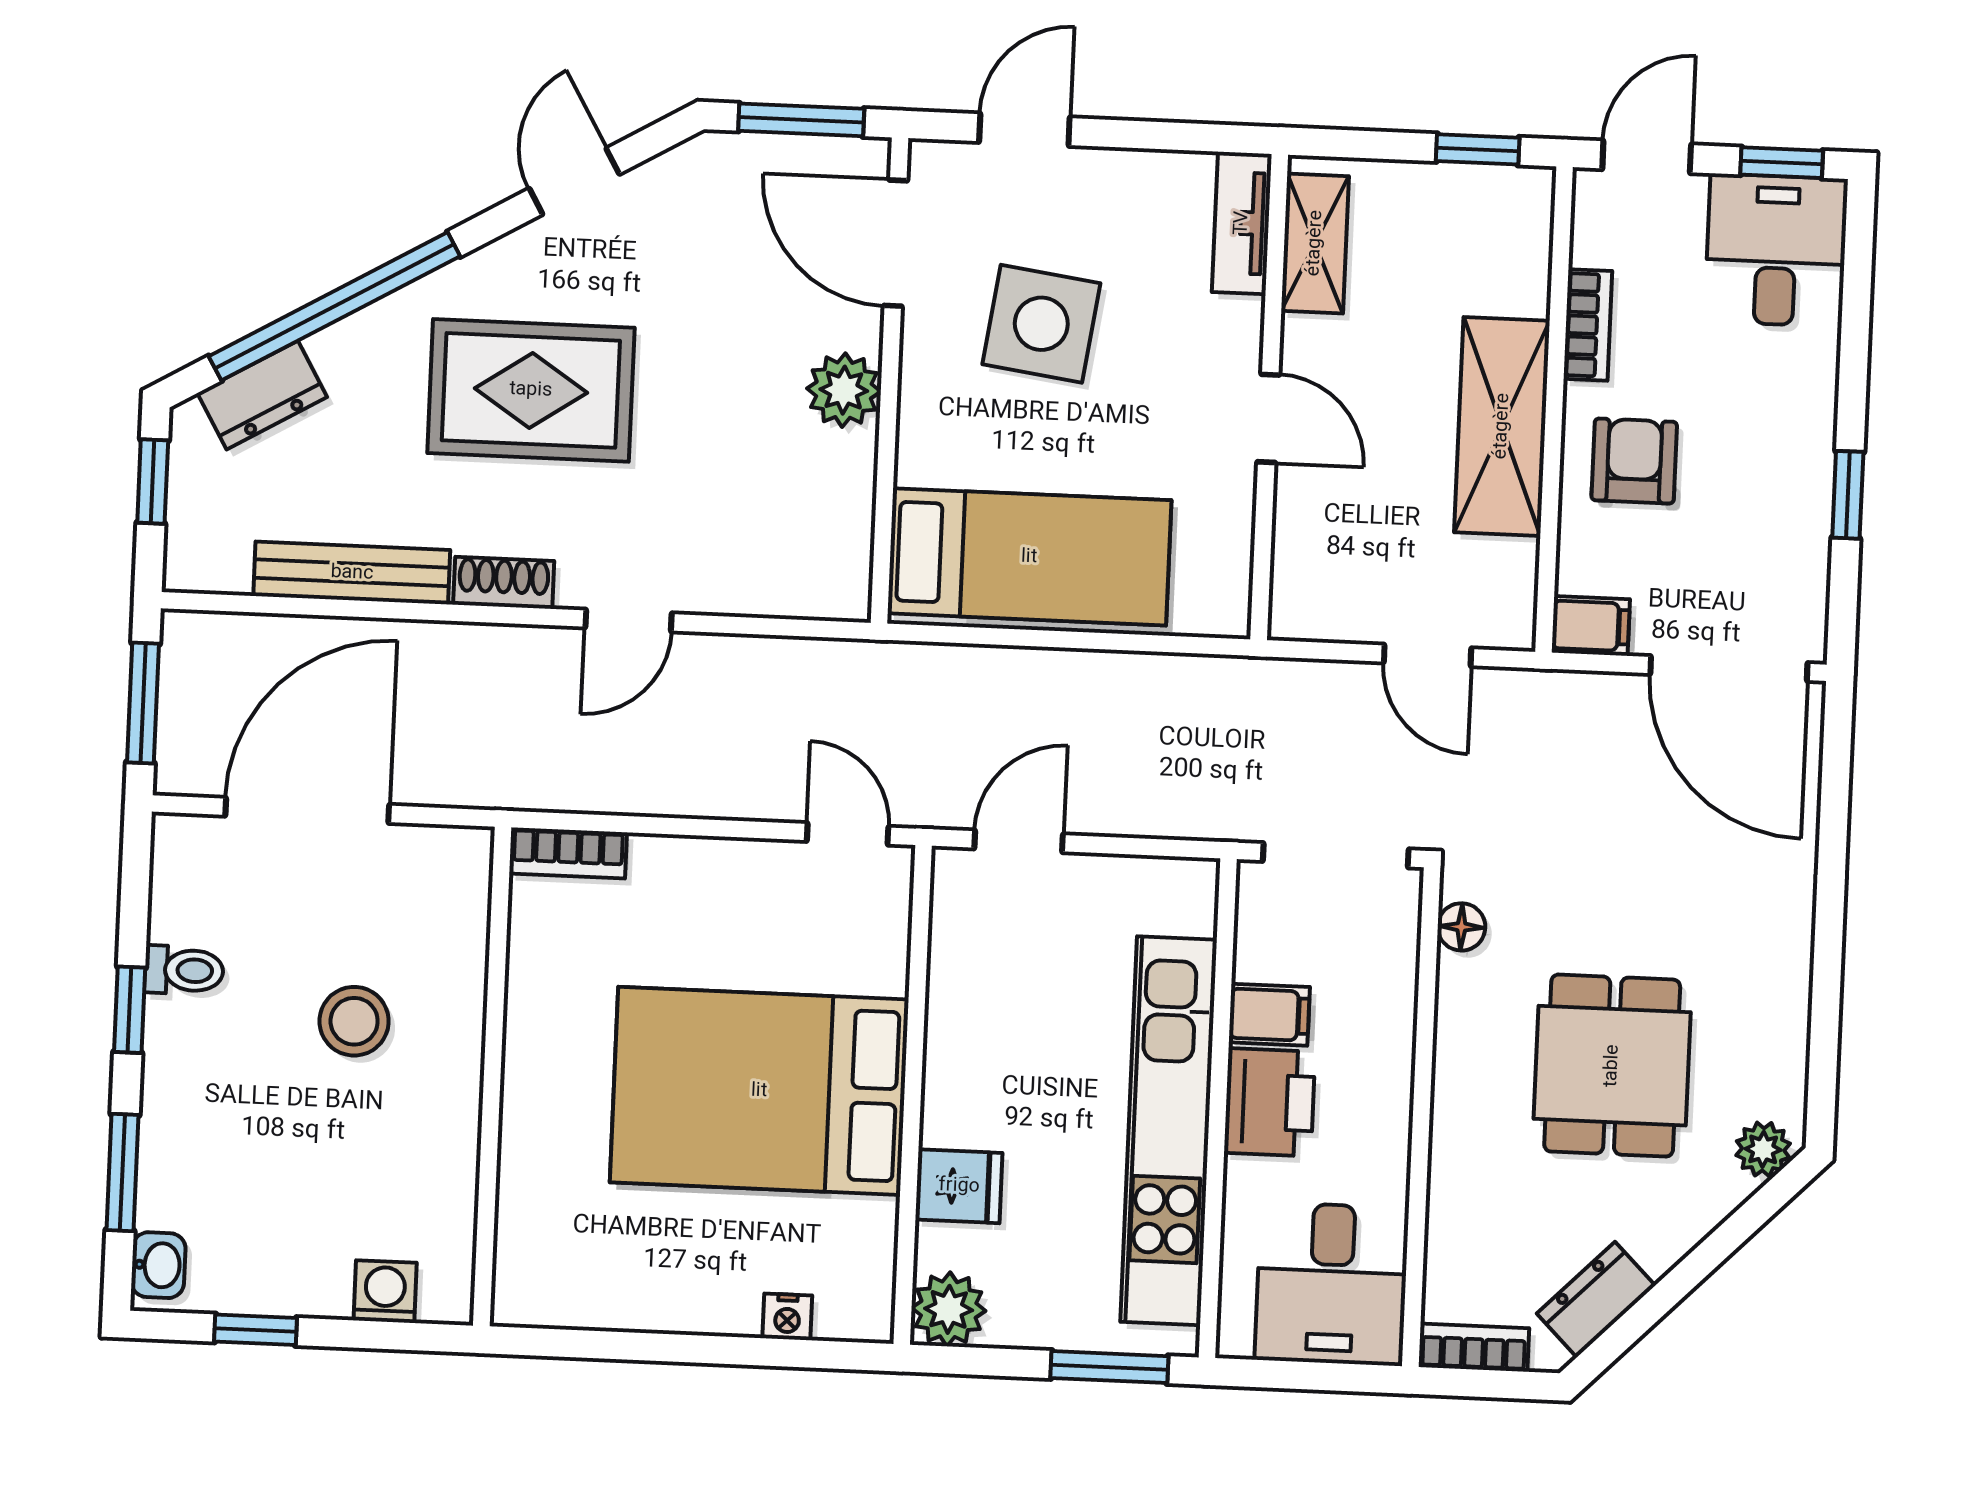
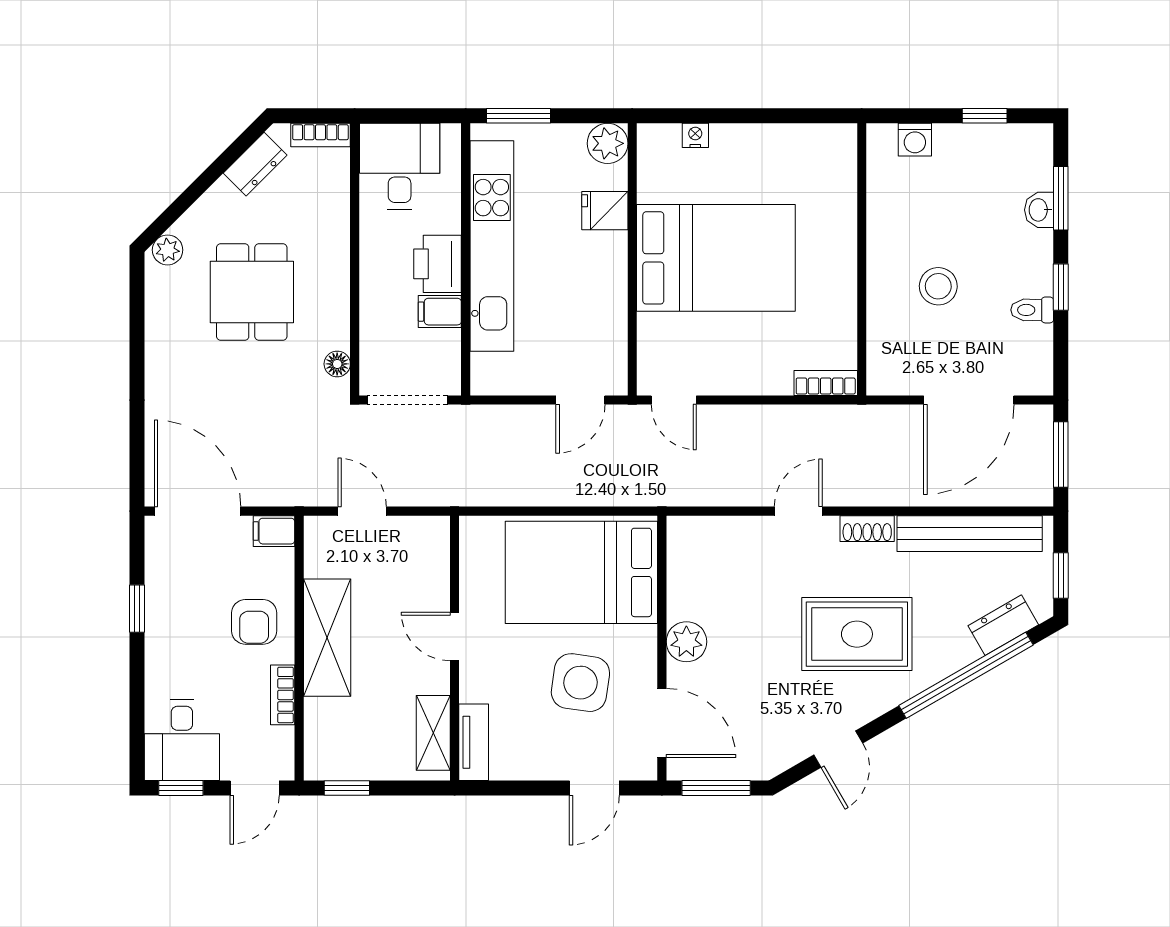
bed: (1029, 557) -> (581, 572), width x1.50
bench: (352, 573) -> (970, 534), width x1.37, depth x1.21
washbasin: (158, 1265) -> (1039, 210), moved

